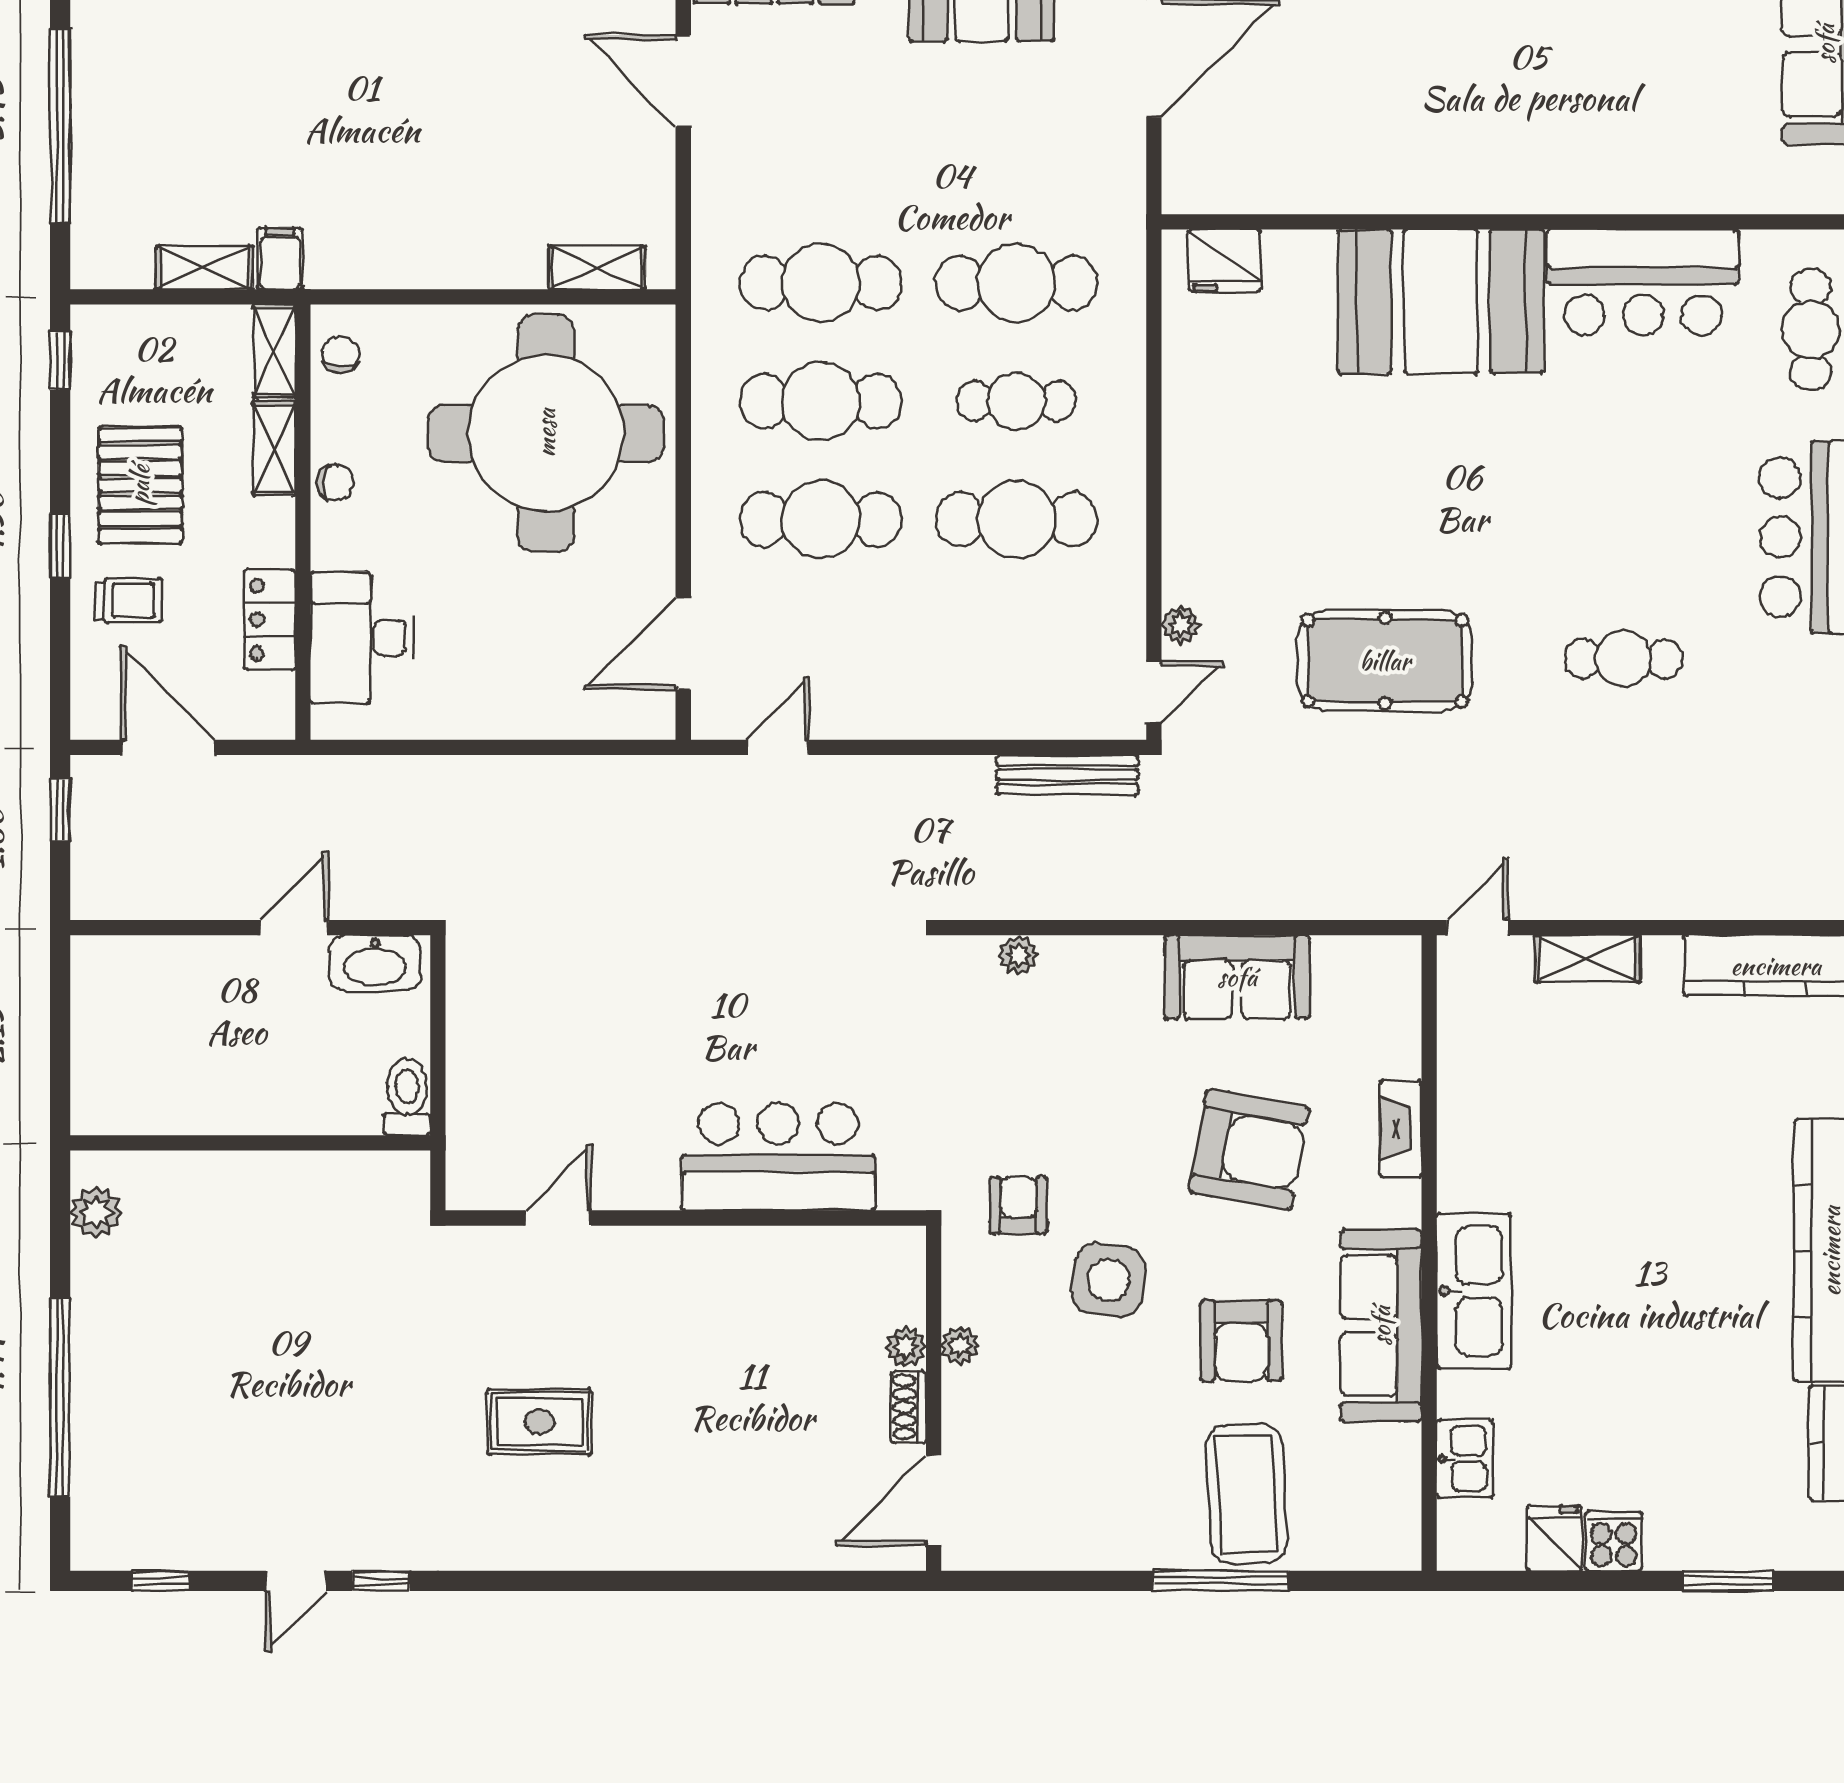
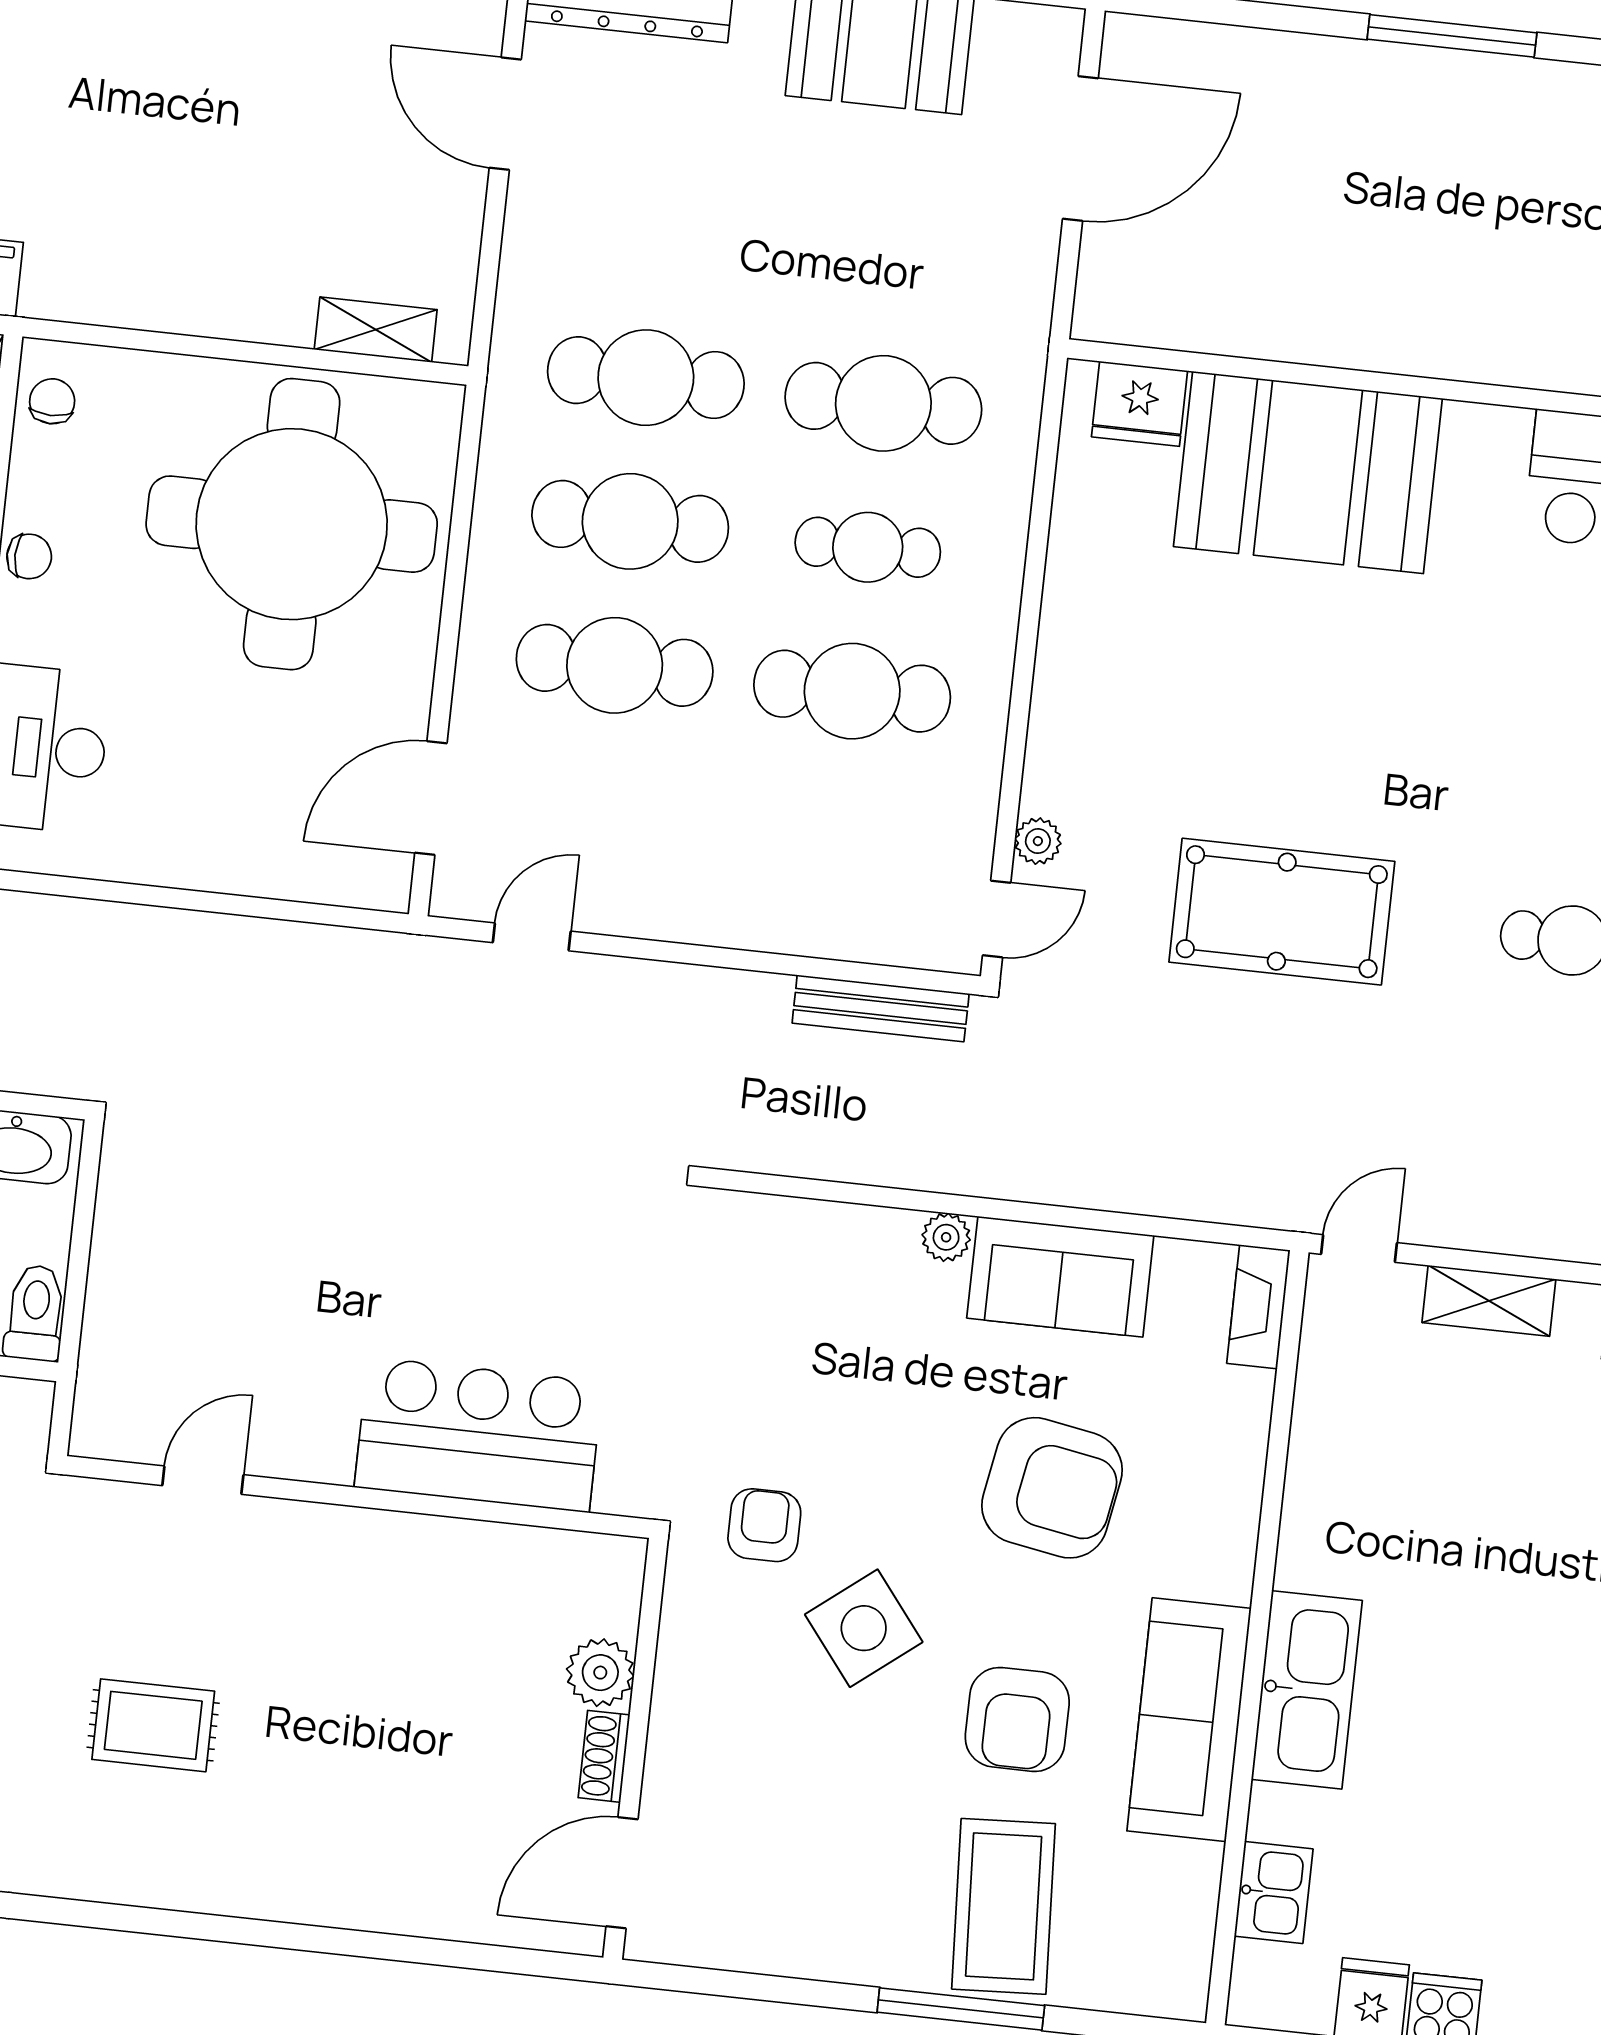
booth: (1441, 301) -> (1308, 472), moved
plant: (1018, 955) -> (946, 1237), moved
fireplace: (1401, 1129) -> (1258, 1307), moved
side table: (1108, 1280) -> (864, 1628), turned 45
plant: (960, 1346) -> (675, 1688), removed
plant: (906, 1347) -> (600, 1673), width x1.38, depth x1.38

